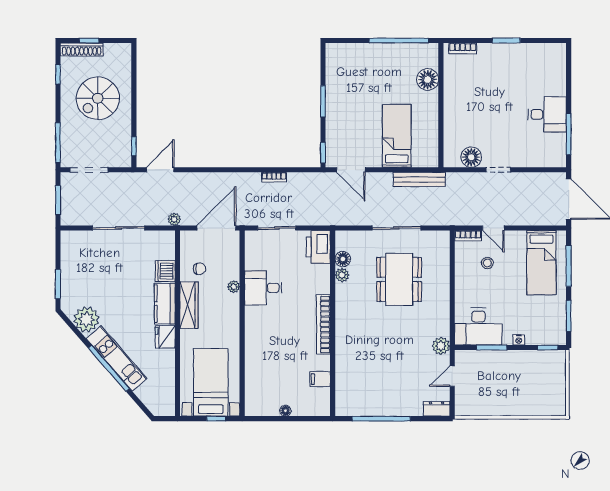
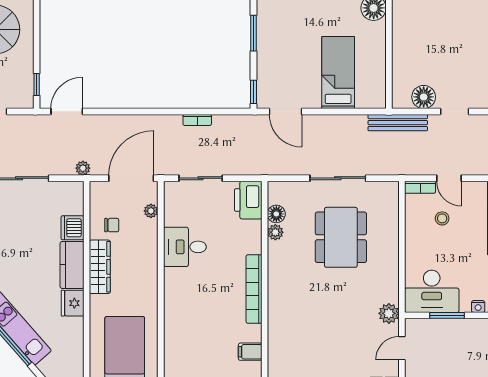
bench: (419, 179) -> (398, 123), moved
plant: (234, 287) -> (151, 211), moved

